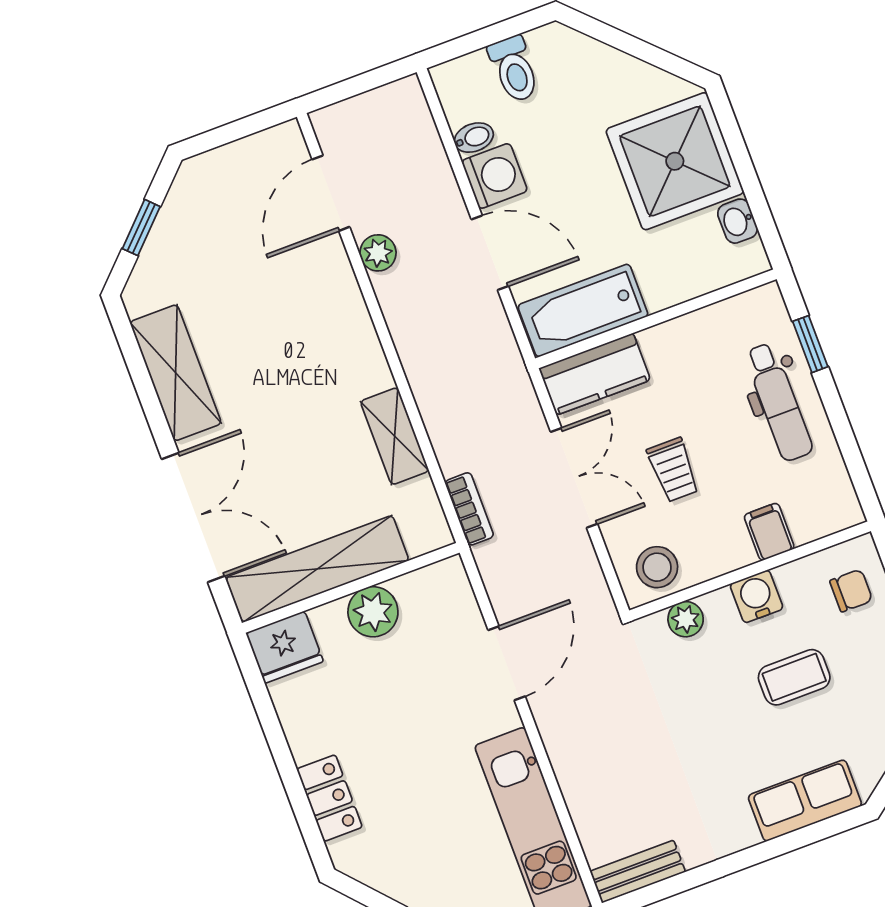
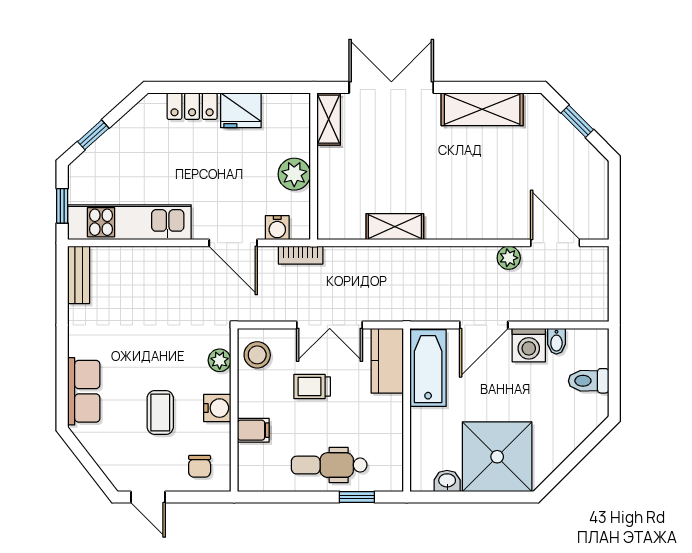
bookcase: (469, 509) -> (301, 255), moved
double door: (193, 517) -> (391, 87), swing flipped
shelving: (317, 569) -> (329, 119), width x0.45, depth x0.75
water cooler: (460, 607) -> (277, 228), added
fridge: (285, 647) -> (241, 110), moved, turned -90

